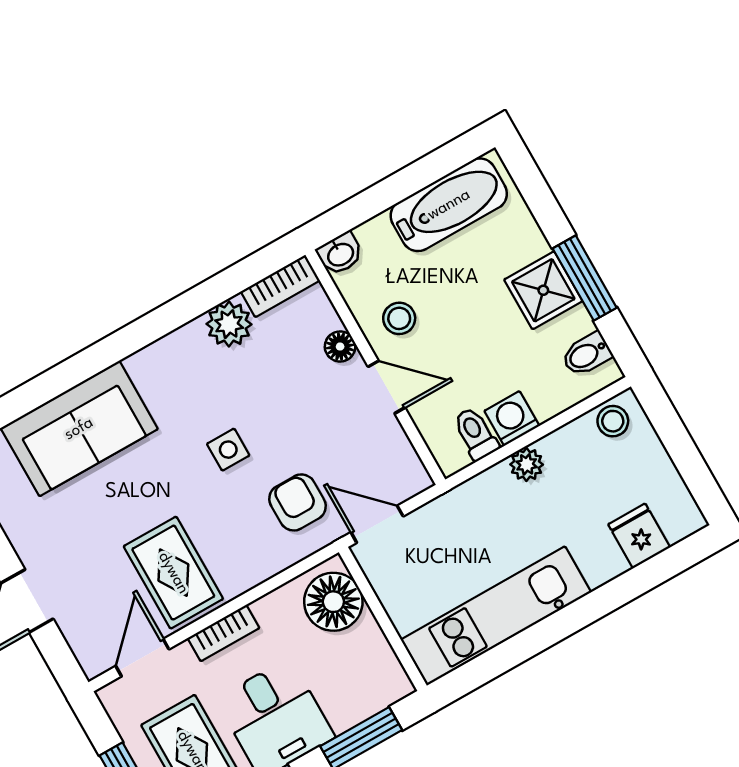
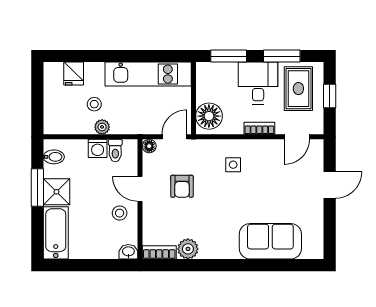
bathtub: (449, 205) -> (56, 233), moved, turned 90
floor lamp: (340, 347) -> (149, 146), moved
stool: (613, 421) -> (94, 104), moved
side table: (228, 450) -> (233, 165), moved
armchair: (297, 502) -> (182, 186), moved
door: (377, 524) -> (174, 137), swing flipped
rug: (173, 573) -> (266, 163), removed

